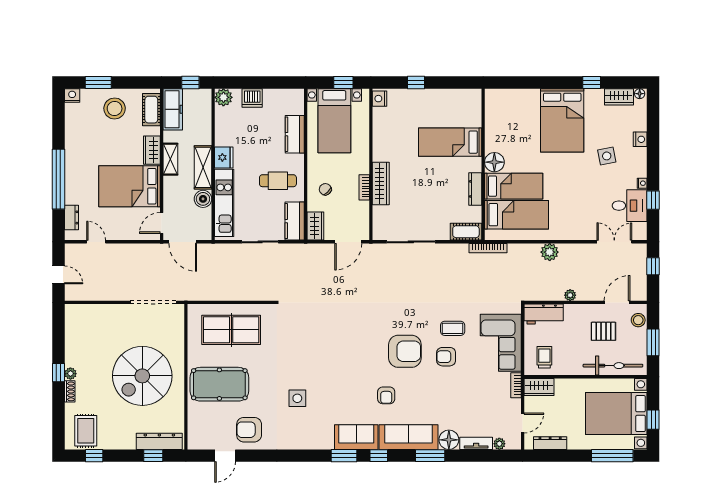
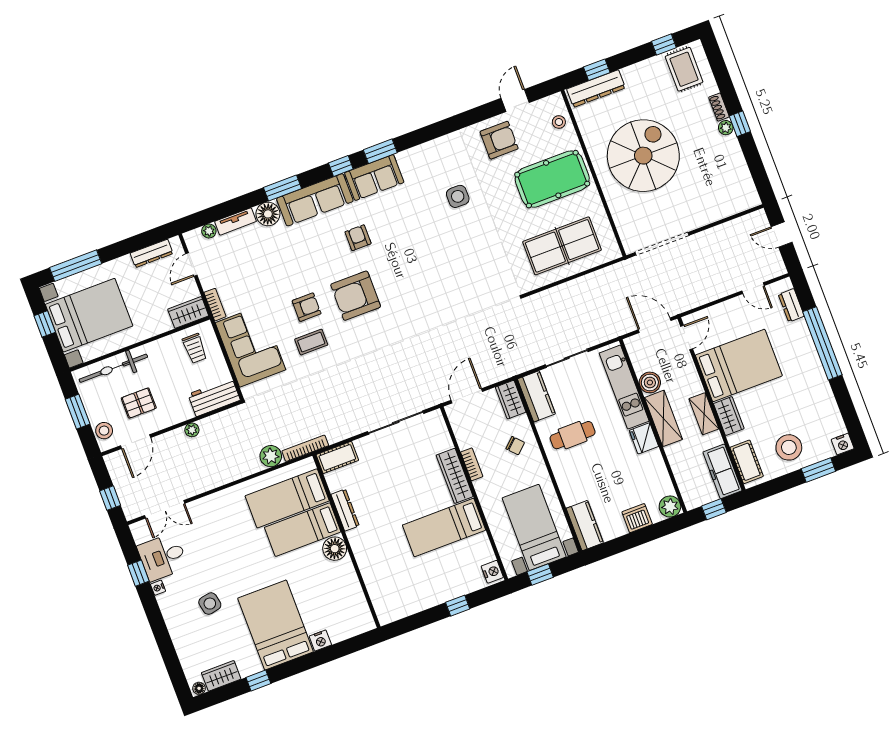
kitchen counter: (295, 134) -> (585, 526), moved
nightstand: (640, 139) -> (320, 641), moved, turned -90
bed: (450, 142) -> (444, 528), moved, turned 180
plant: (550, 252) -> (271, 456), moved
stool: (198, 426) -> (559, 122), added

